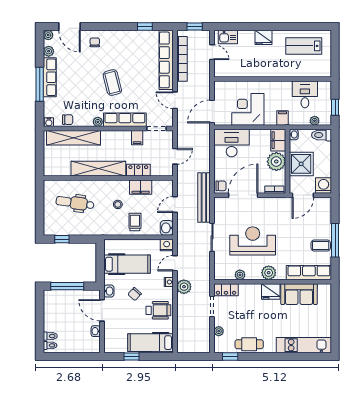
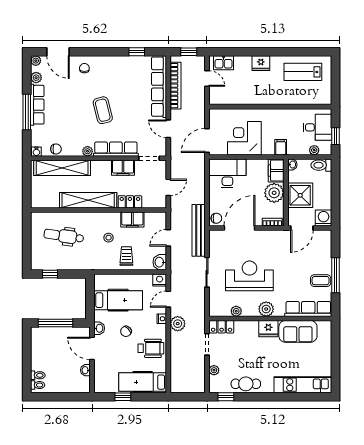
desk: (305, 94) -> (318, 127), moved, turned 90
filing cabinet: (137, 138) -> (123, 168), width x2.00

